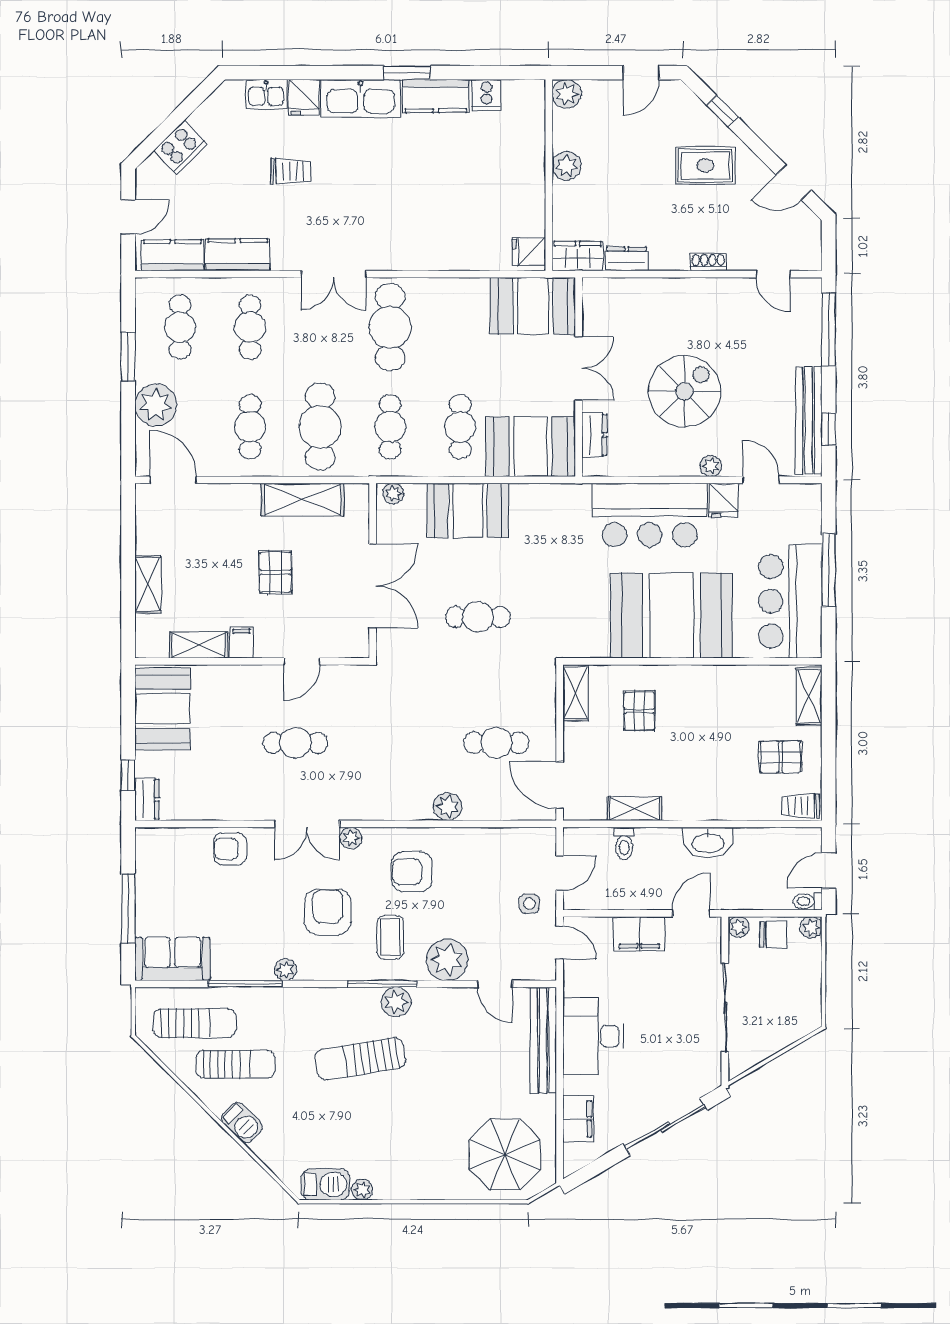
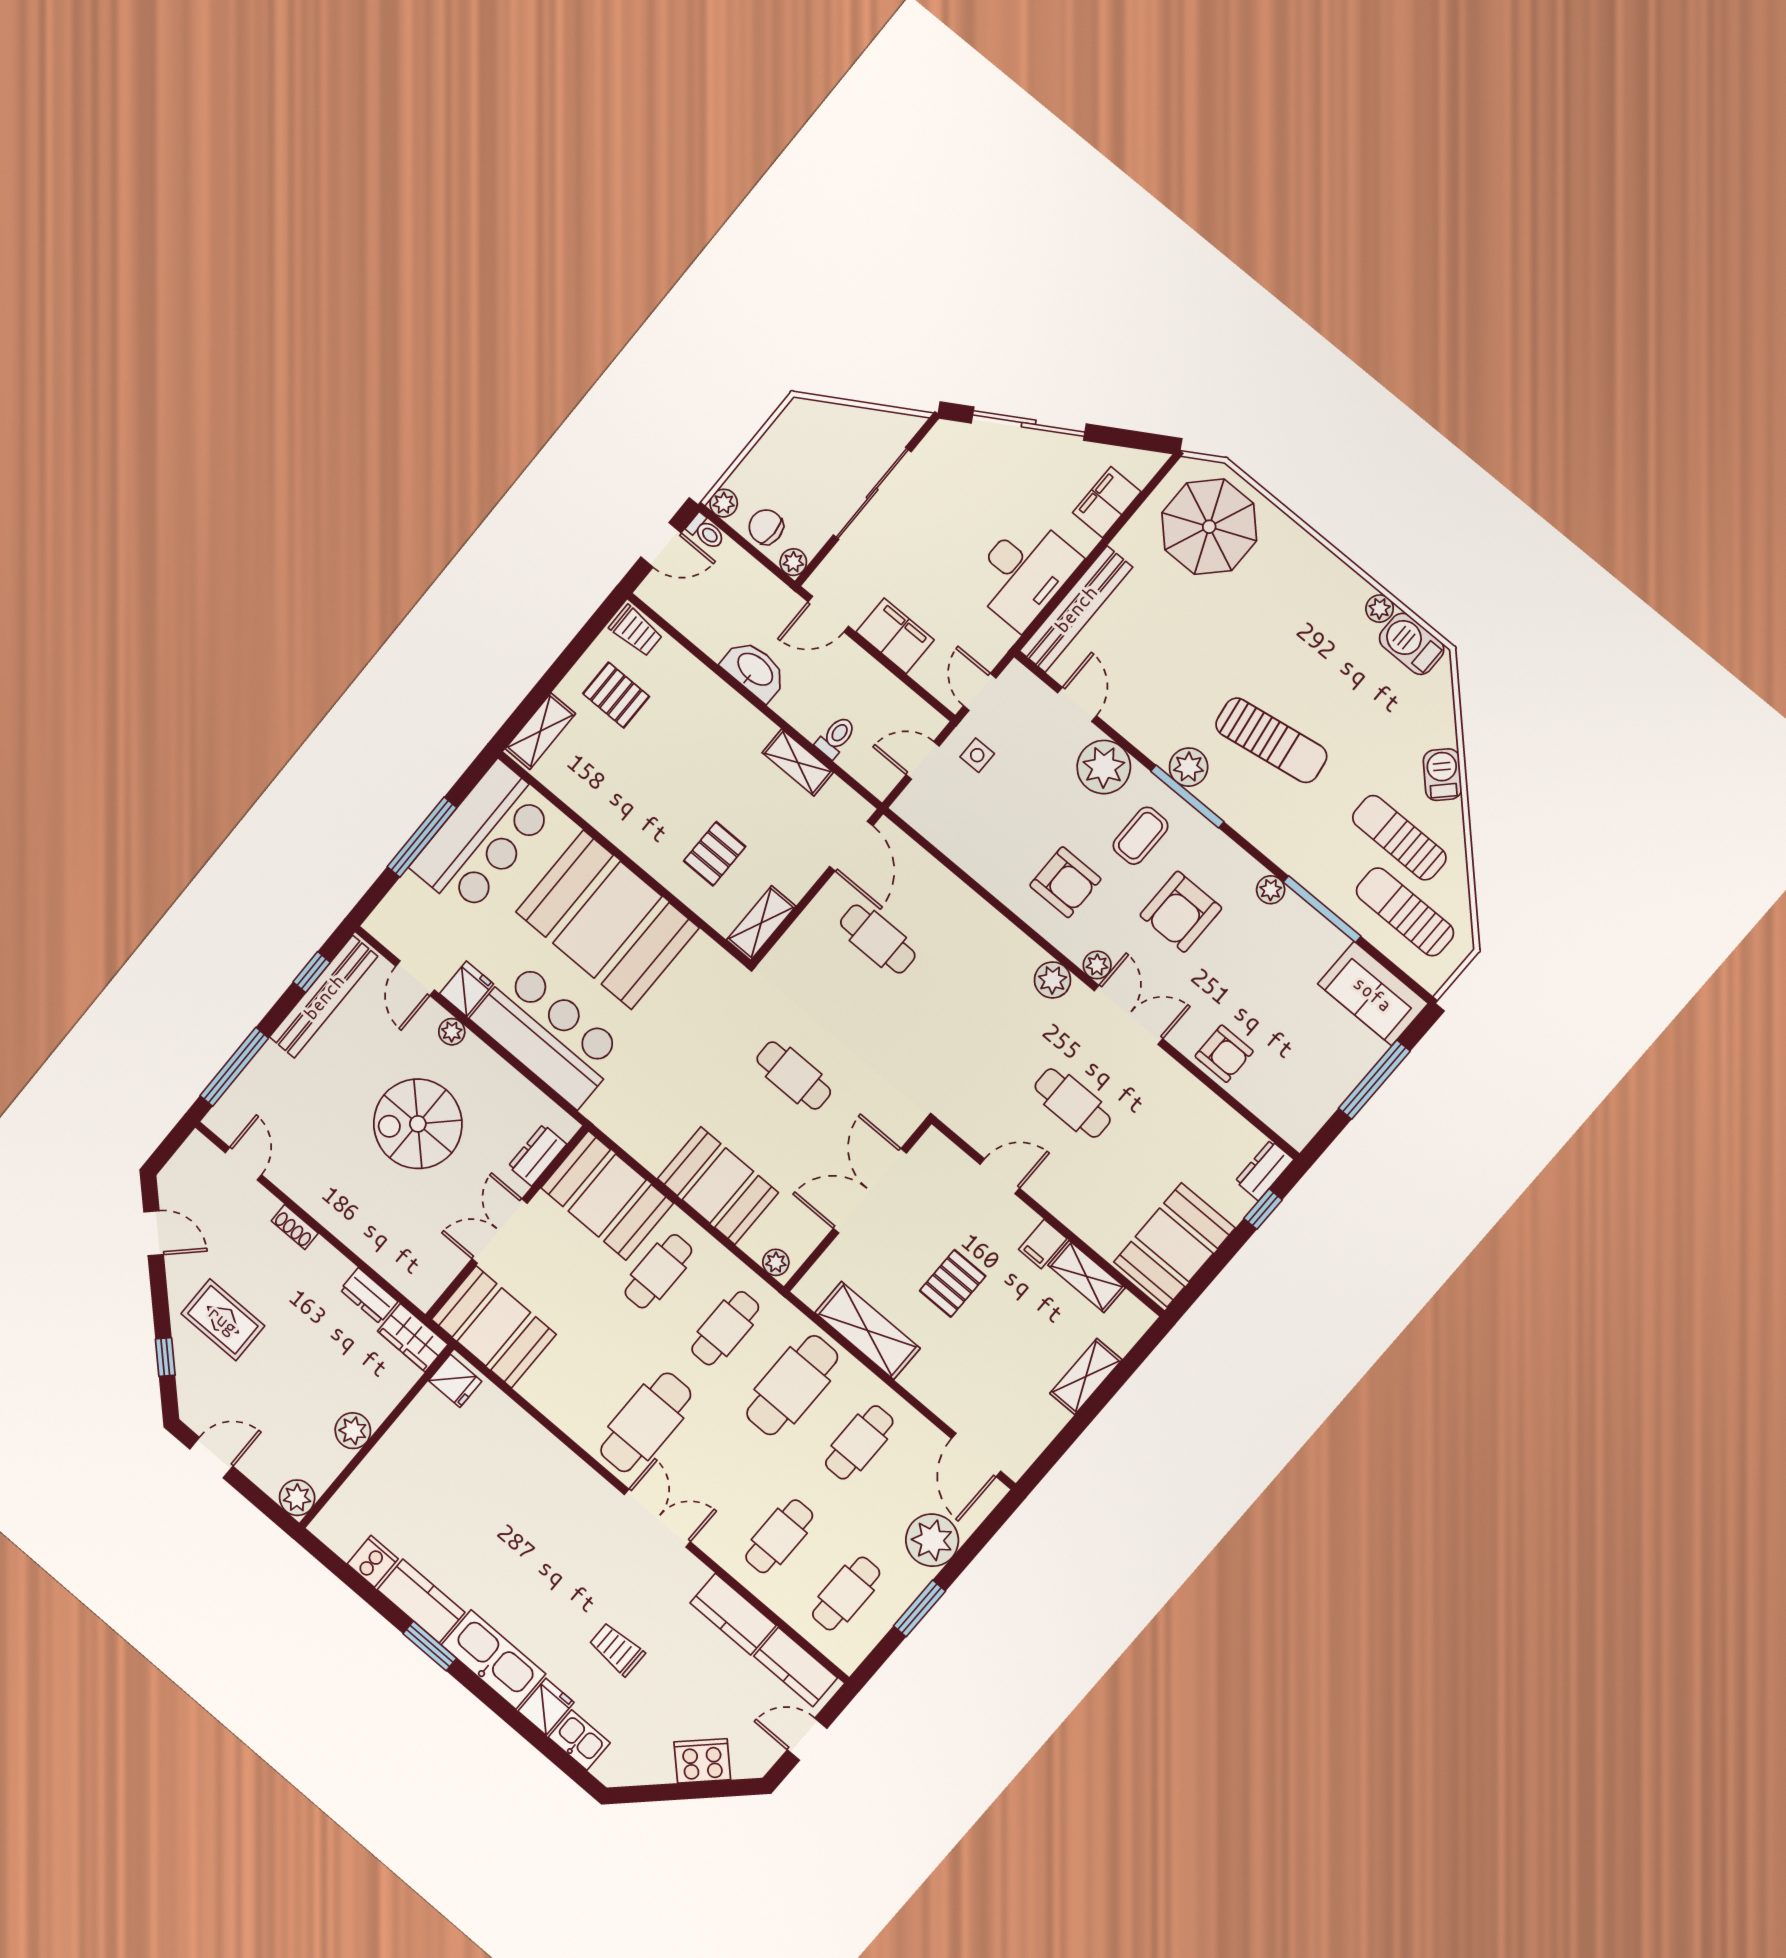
plant: (448, 807) -> (1052, 980), moved

